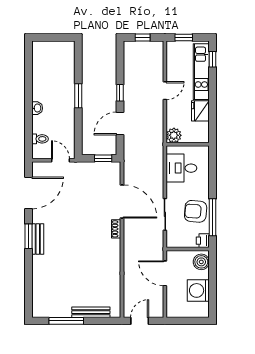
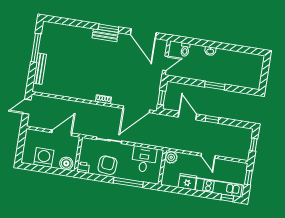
door: (122, 201) -> (136, 109), moved
window: (213, 217) -> (128, 182), moved
door: (140, 321) -> (27, 107), swing flipped

